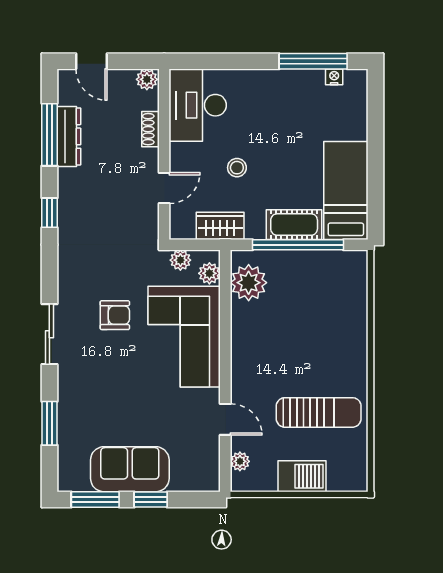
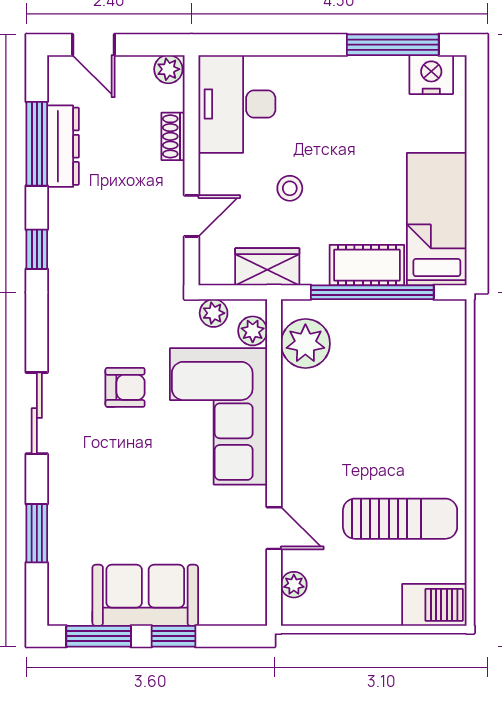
nightstand: (334, 77) -> (431, 75), width x1.89, depth x1.79
barbecue: (302, 476) -> (434, 605), moved

